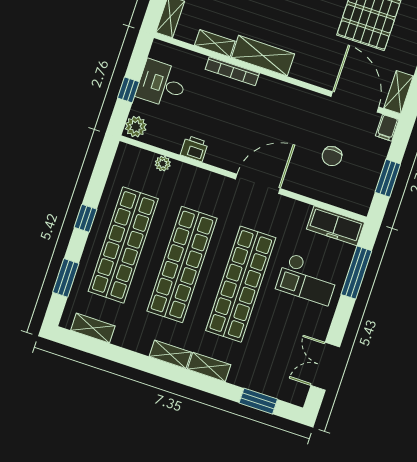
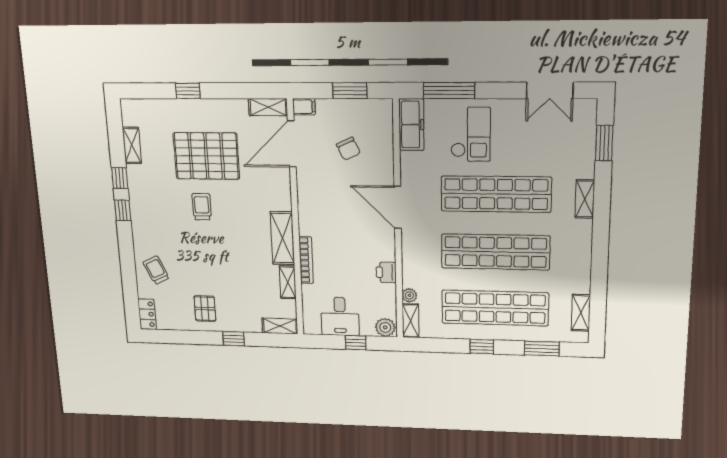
chair: (332, 156) -> (348, 149), turned 65
shelving: (170, 354) -> (411, 321), moved

